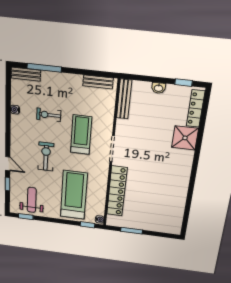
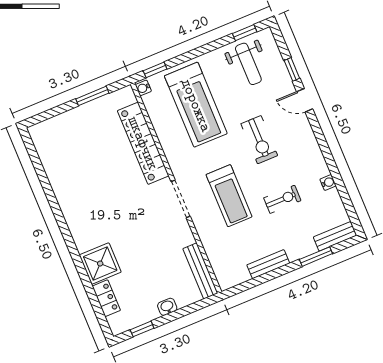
window: (44, 68) -> (316, 257), width x0.69
bench: (98, 82) -> (268, 264), moved
locker: (196, 109) -> (106, 298), width x0.66

